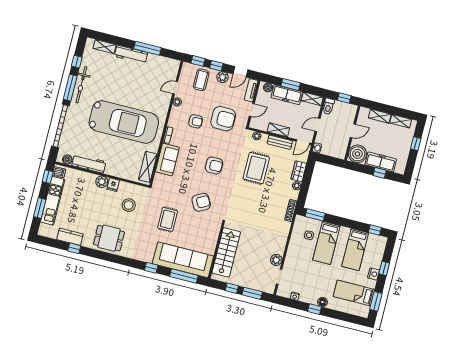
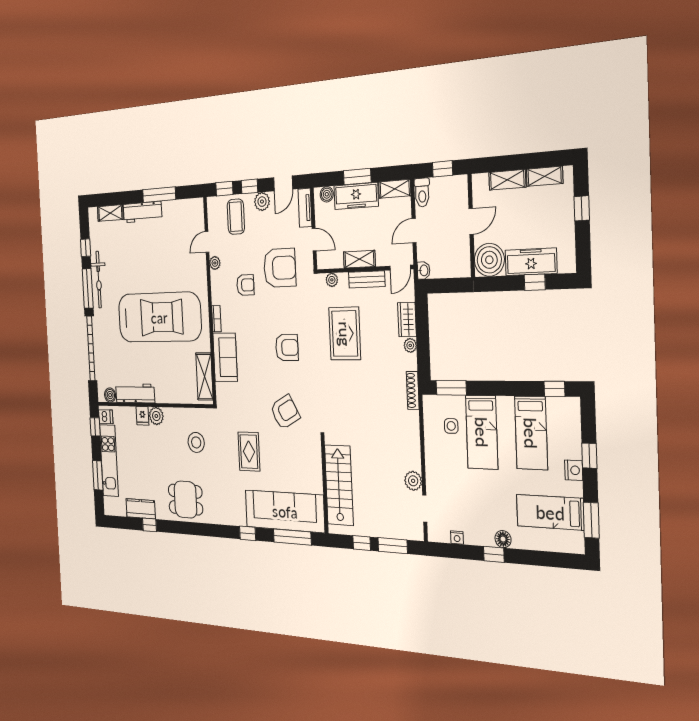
door: (252, 110) -> (314, 240), hinge flipped
fridge: (113, 185) -> (142, 416), moved

